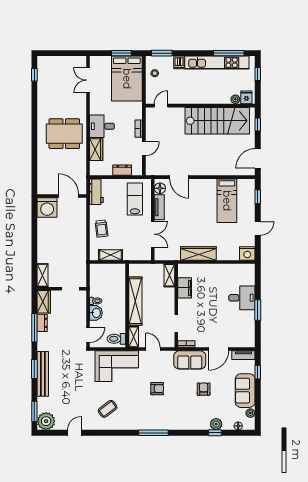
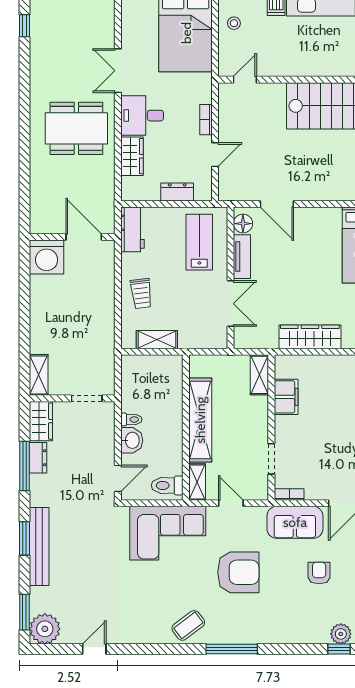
double door: (88, 80) -> (118, 71), moved
armchair: (157, 389) -> (238, 572), width x1.88, depth x1.88
coffee table: (108, 409) -> (188, 625), moved

